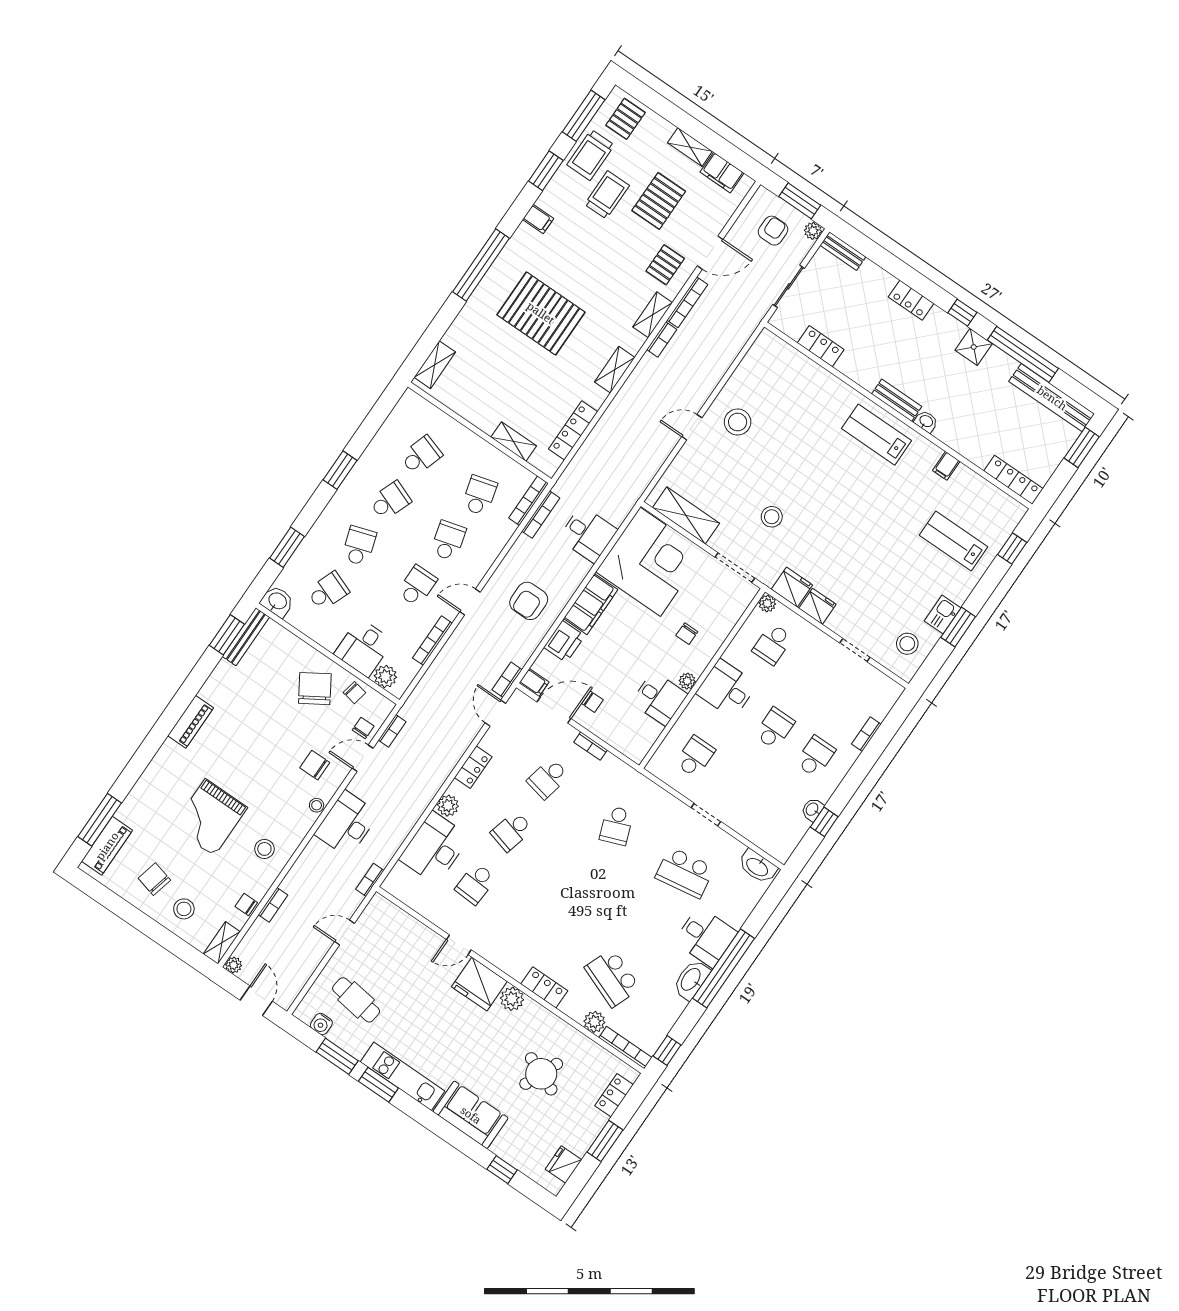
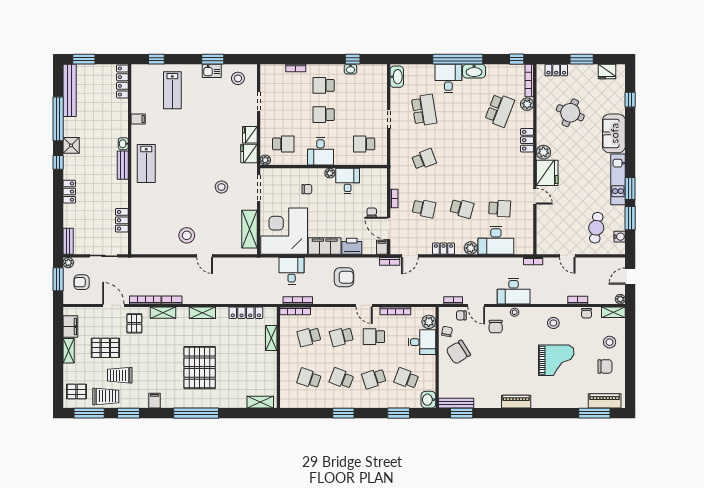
pallet: (665, 265) -> (134, 323), turned 90
chair: (154, 879) -> (605, 366), turned -104

